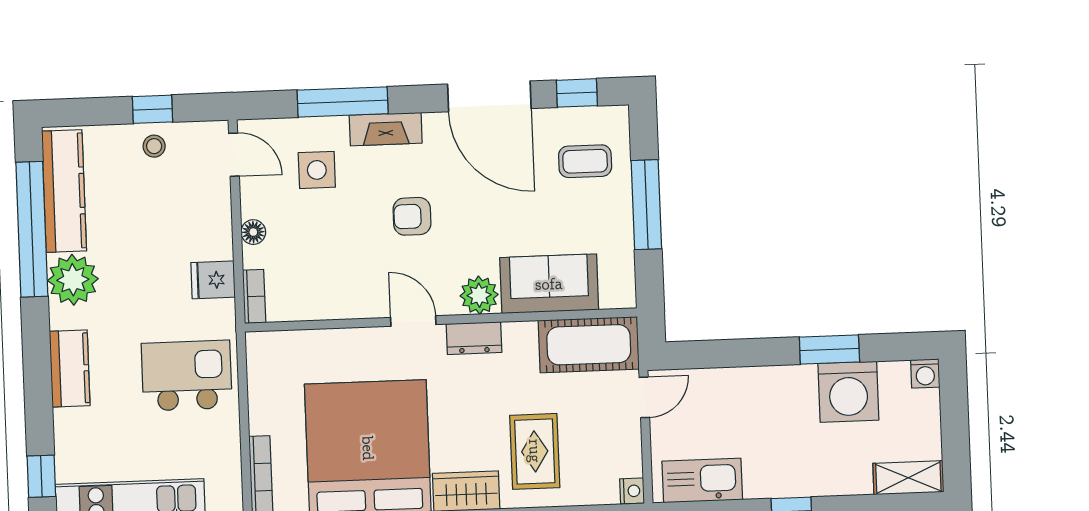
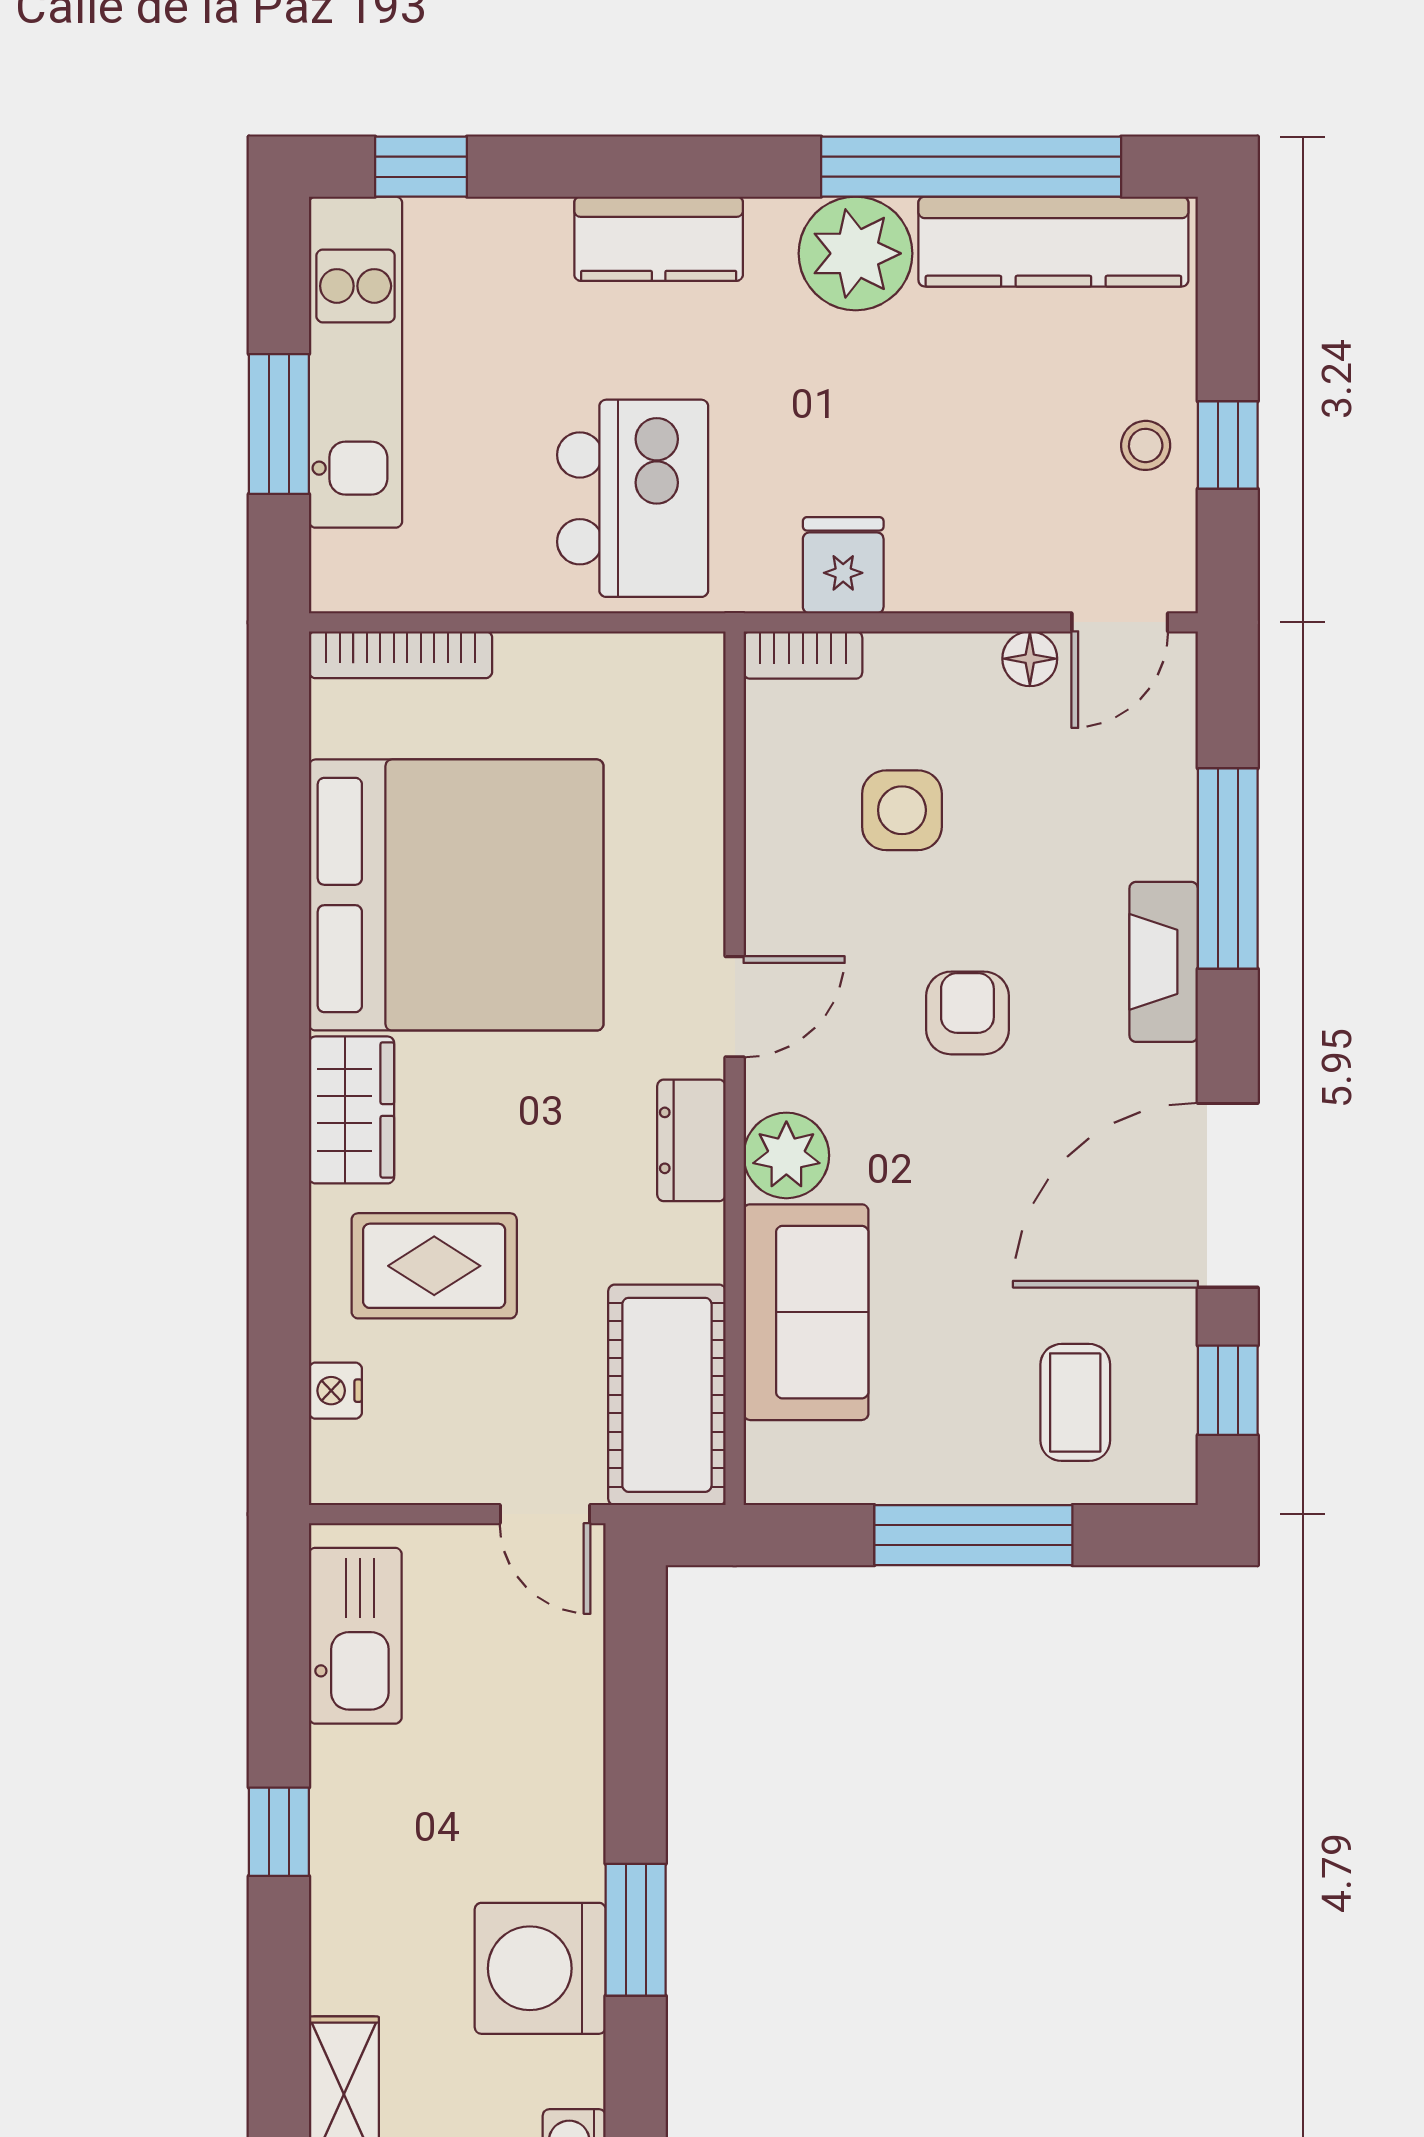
side table: (317, 170) -> (902, 810), moved
floor lamp: (253, 232) -> (1030, 659), moved
nightstand: (632, 491) -> (335, 1391), moved, turned 90

